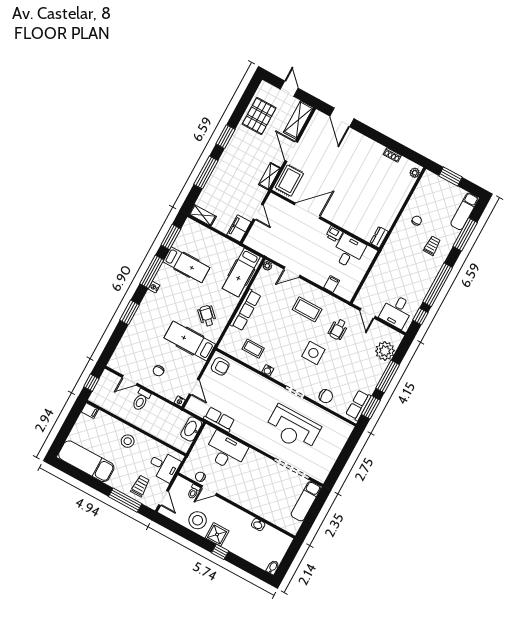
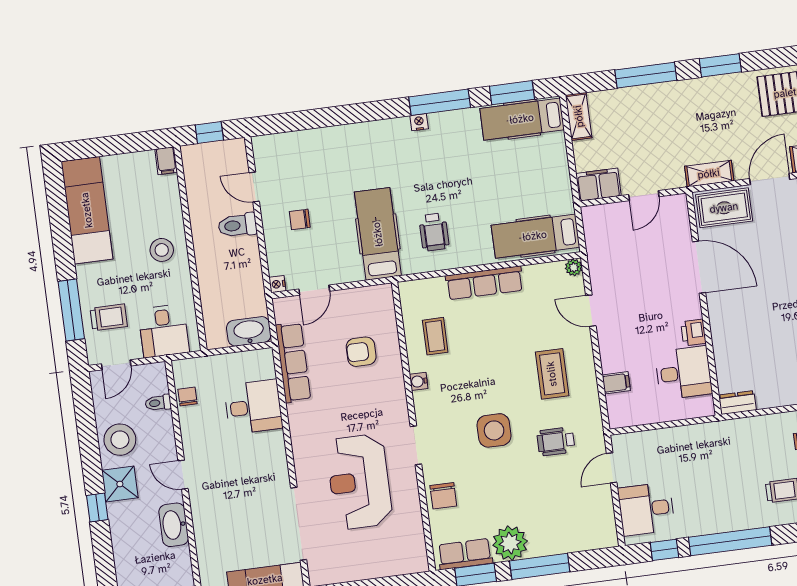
hospital bed: (186, 265) -> (522, 119), moved, turned 90
window: (130, 312) -> (355, 113), removed
wheelchair: (207, 316) -> (434, 232), turned 136
plant: (385, 351) -> (510, 543), moved
armchair: (220, 366) -> (361, 352), moved, turned 90
row of seats: (219, 419) -> (293, 362), width x1.48
desk: (226, 451) -> (253, 407), width x0.73
door: (209, 490) -> (183, 475), moved
washbasin: (258, 525) -> (174, 525), width x1.91, depth x1.45

